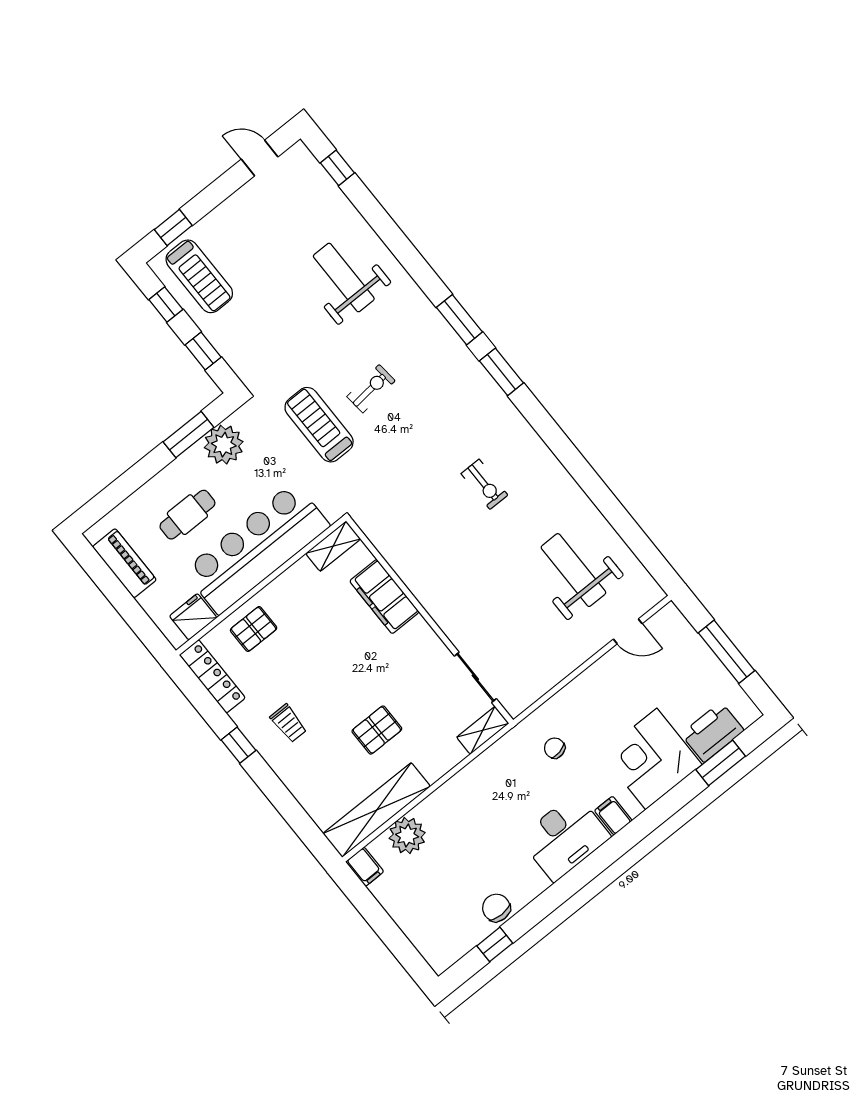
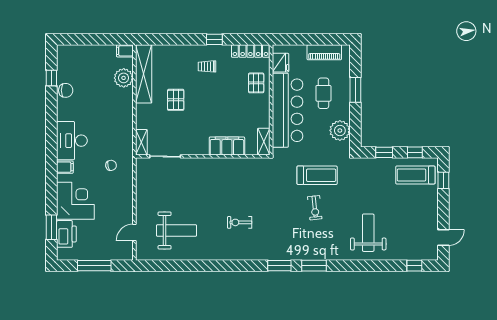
weight bench: (344, 278) -> (368, 233), turned -90
window: (188, 435) -> (355, 90), moved

